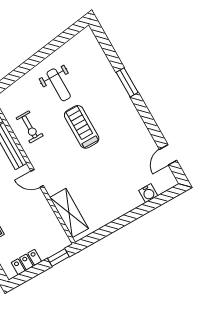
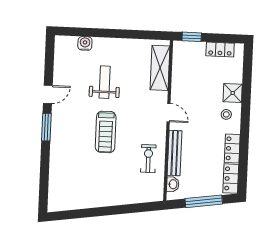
window: (127, 82) -> (46, 127), moved
weight bench: (59, 85) -> (105, 82), moved
door: (168, 155) -> (48, 94), moved

